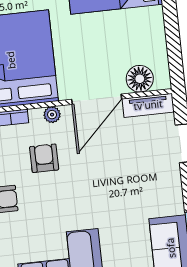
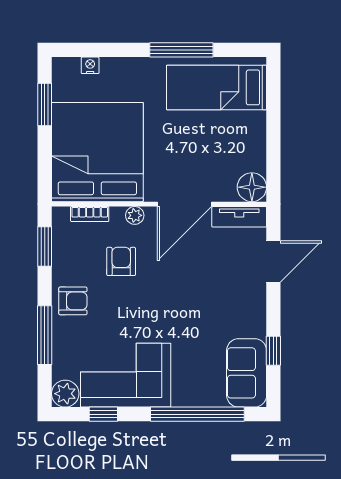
floor lamp: (140, 79) -> (252, 187), moved

